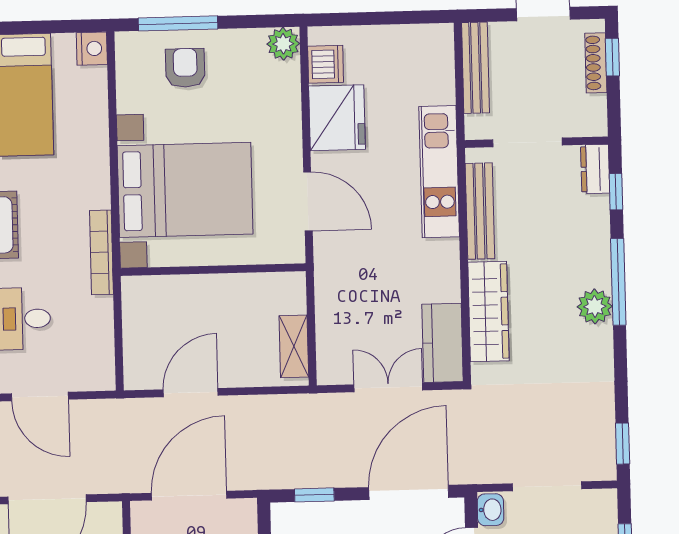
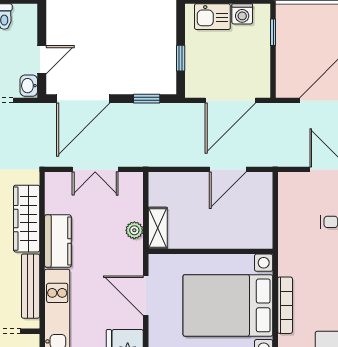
bookcase: (101, 252) -> (285, 305), moved
plant: (327, 298) -> (134, 230), added
kitchen counter: (443, 343) -> (58, 241), moved
shelving: (294, 346) -> (158, 228), moved

